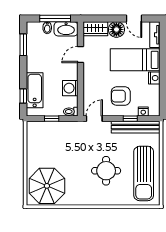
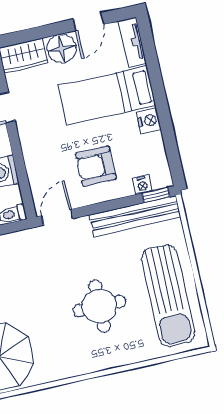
door: (134, 18) -> (89, 22), hinge flipped
window: (130, 119) -> (156, 195), moved

